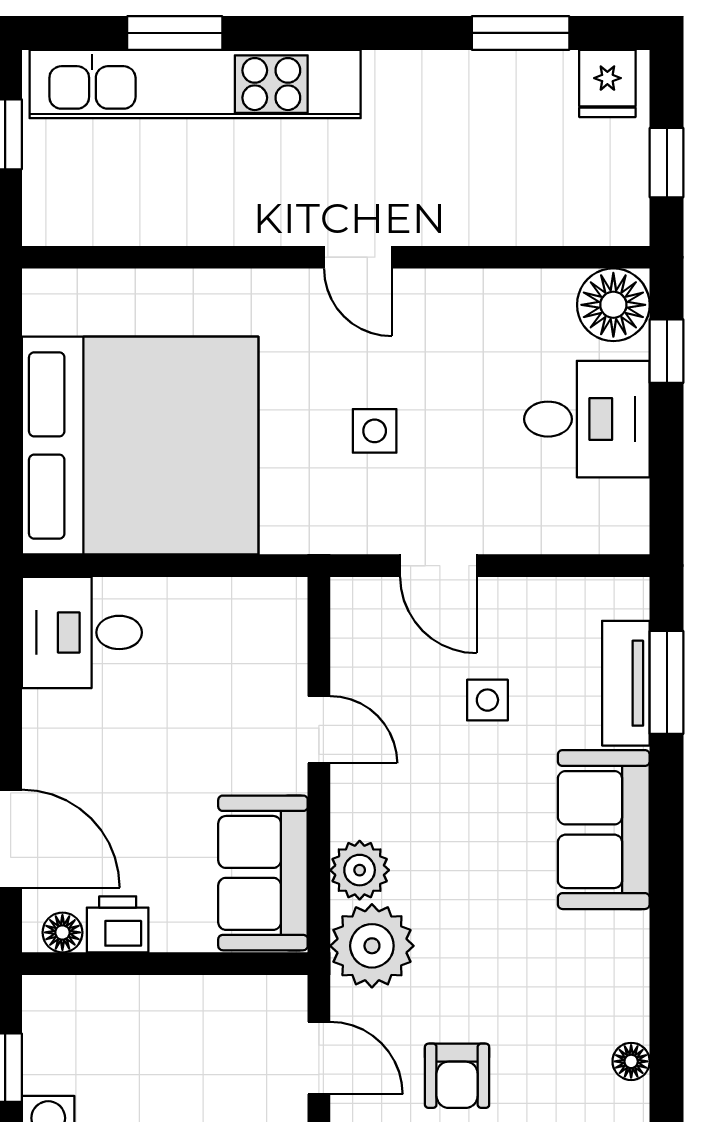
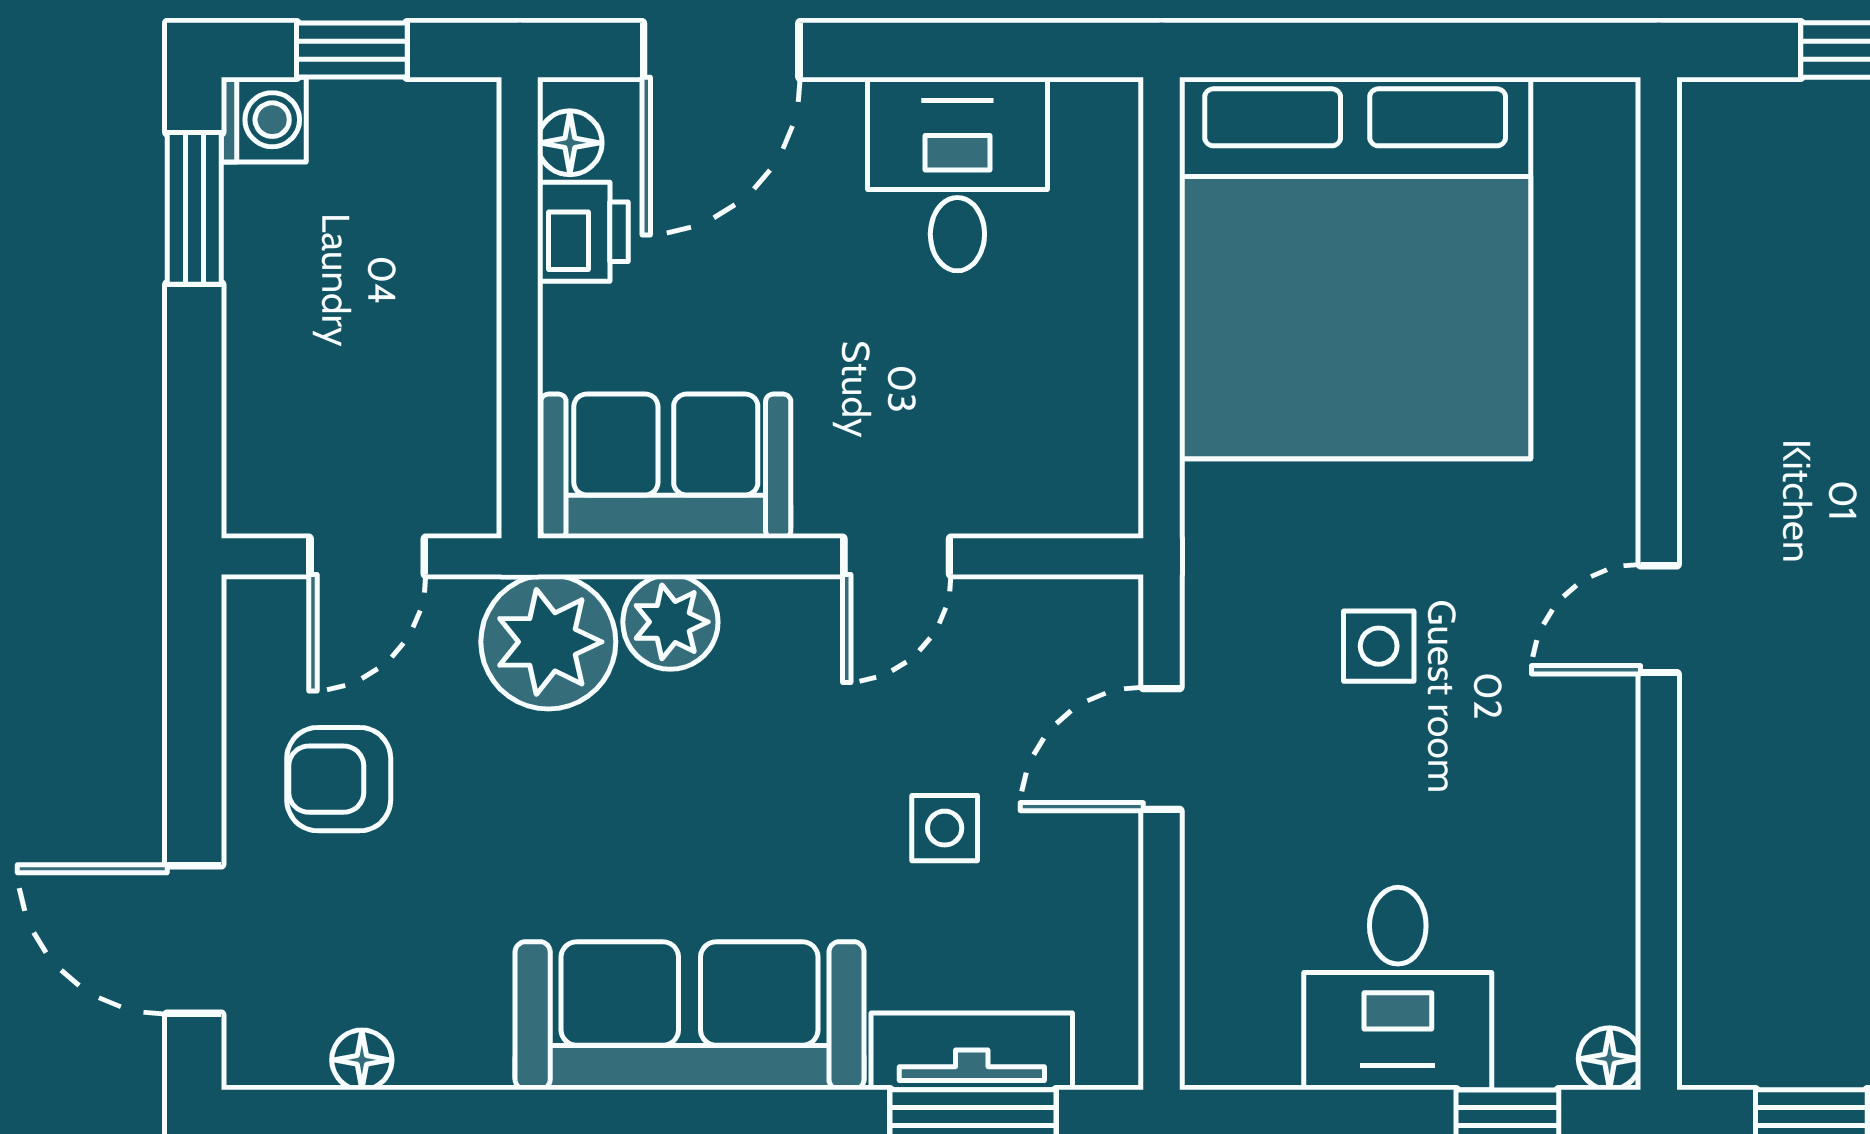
floor lamp: (613, 305) -> (1610, 1059), width x0.53, depth x0.53
desk: (82, 632) -> (957, 174), moved
sofa: (604, 830) -> (690, 1016), width x1.36

